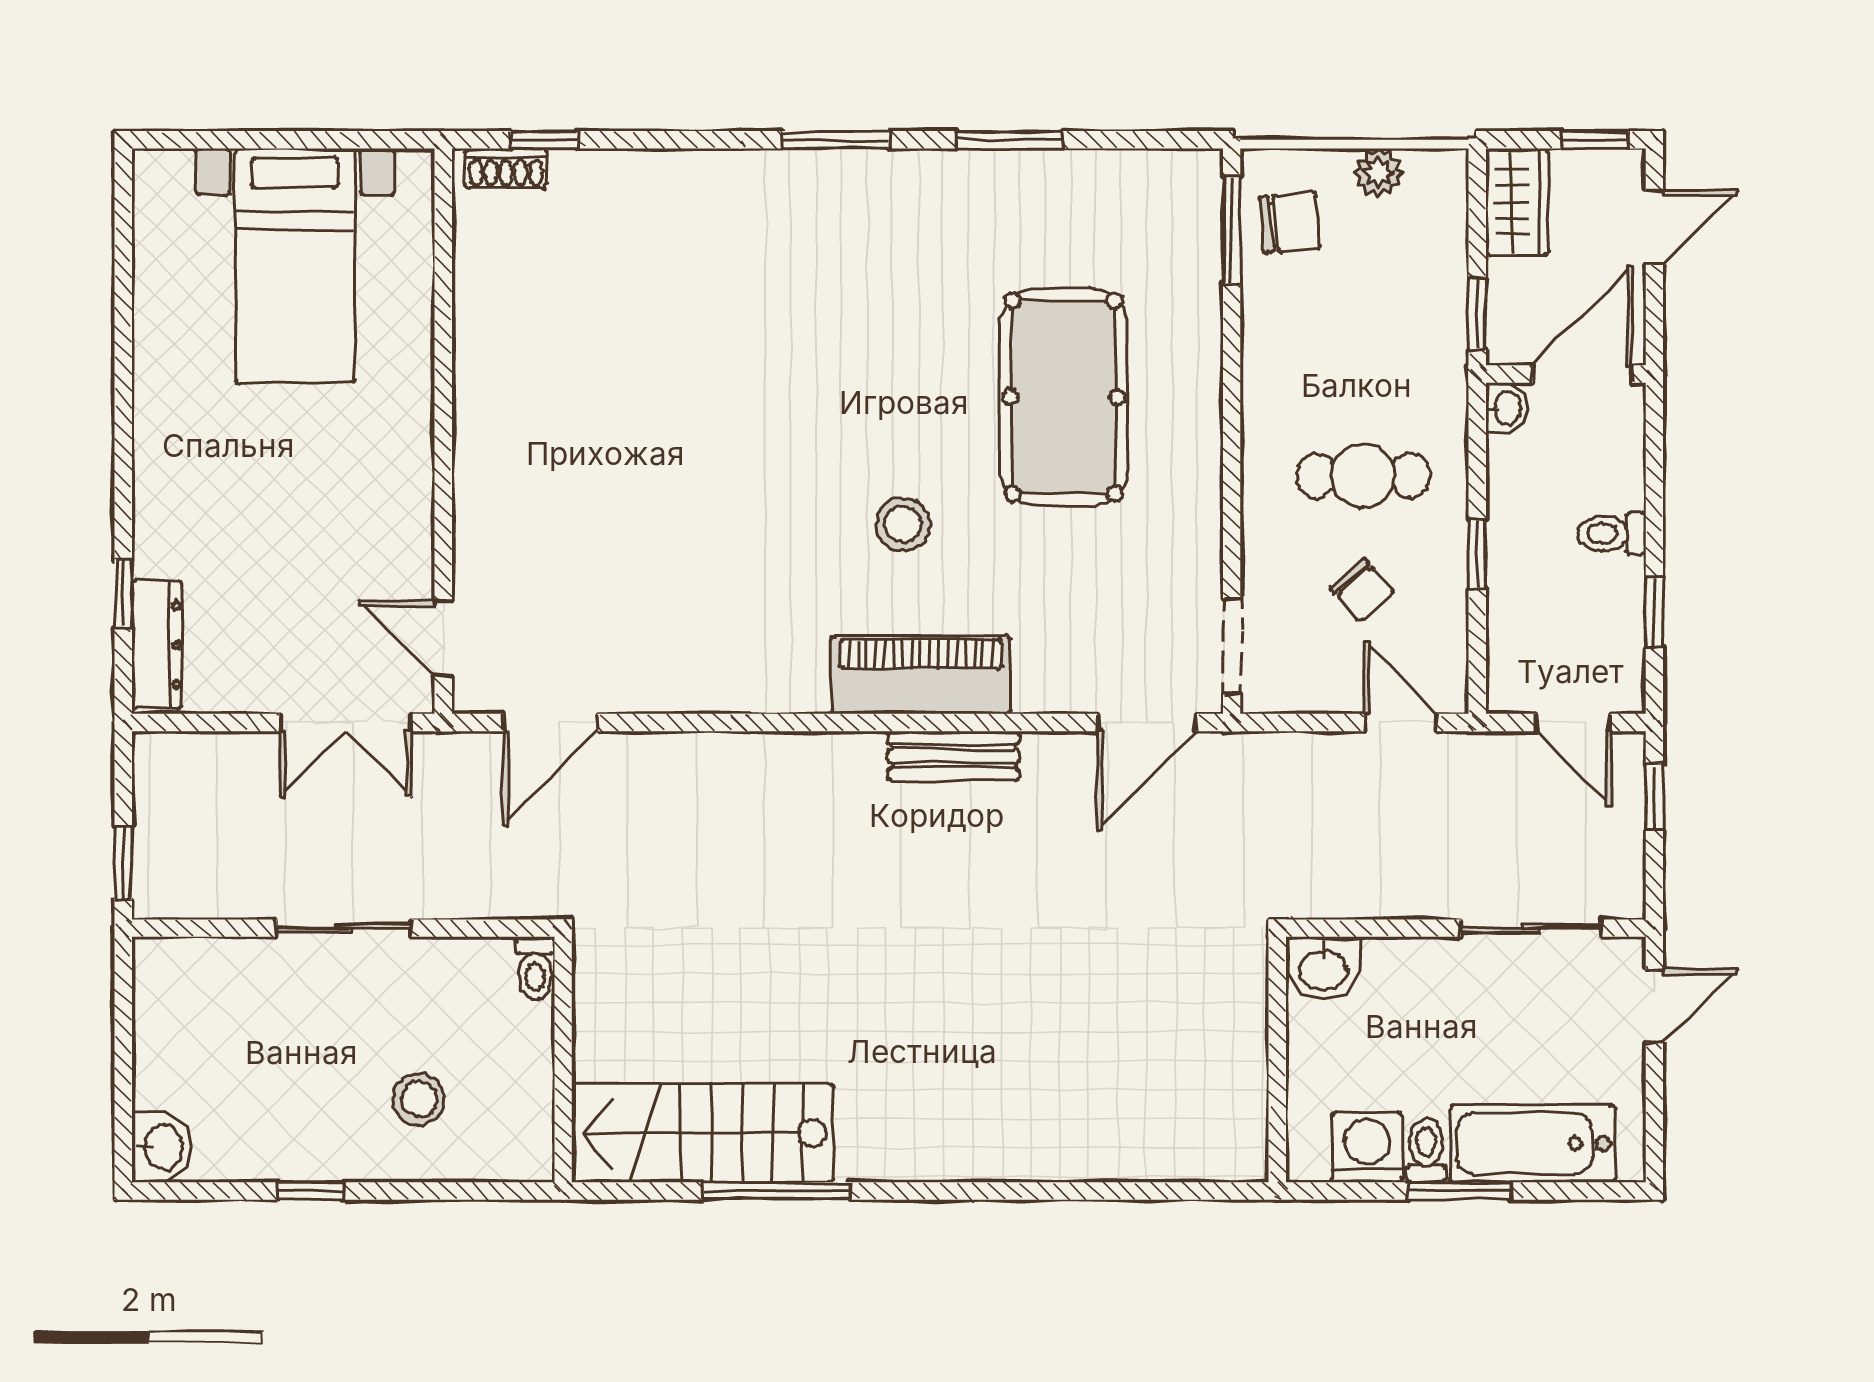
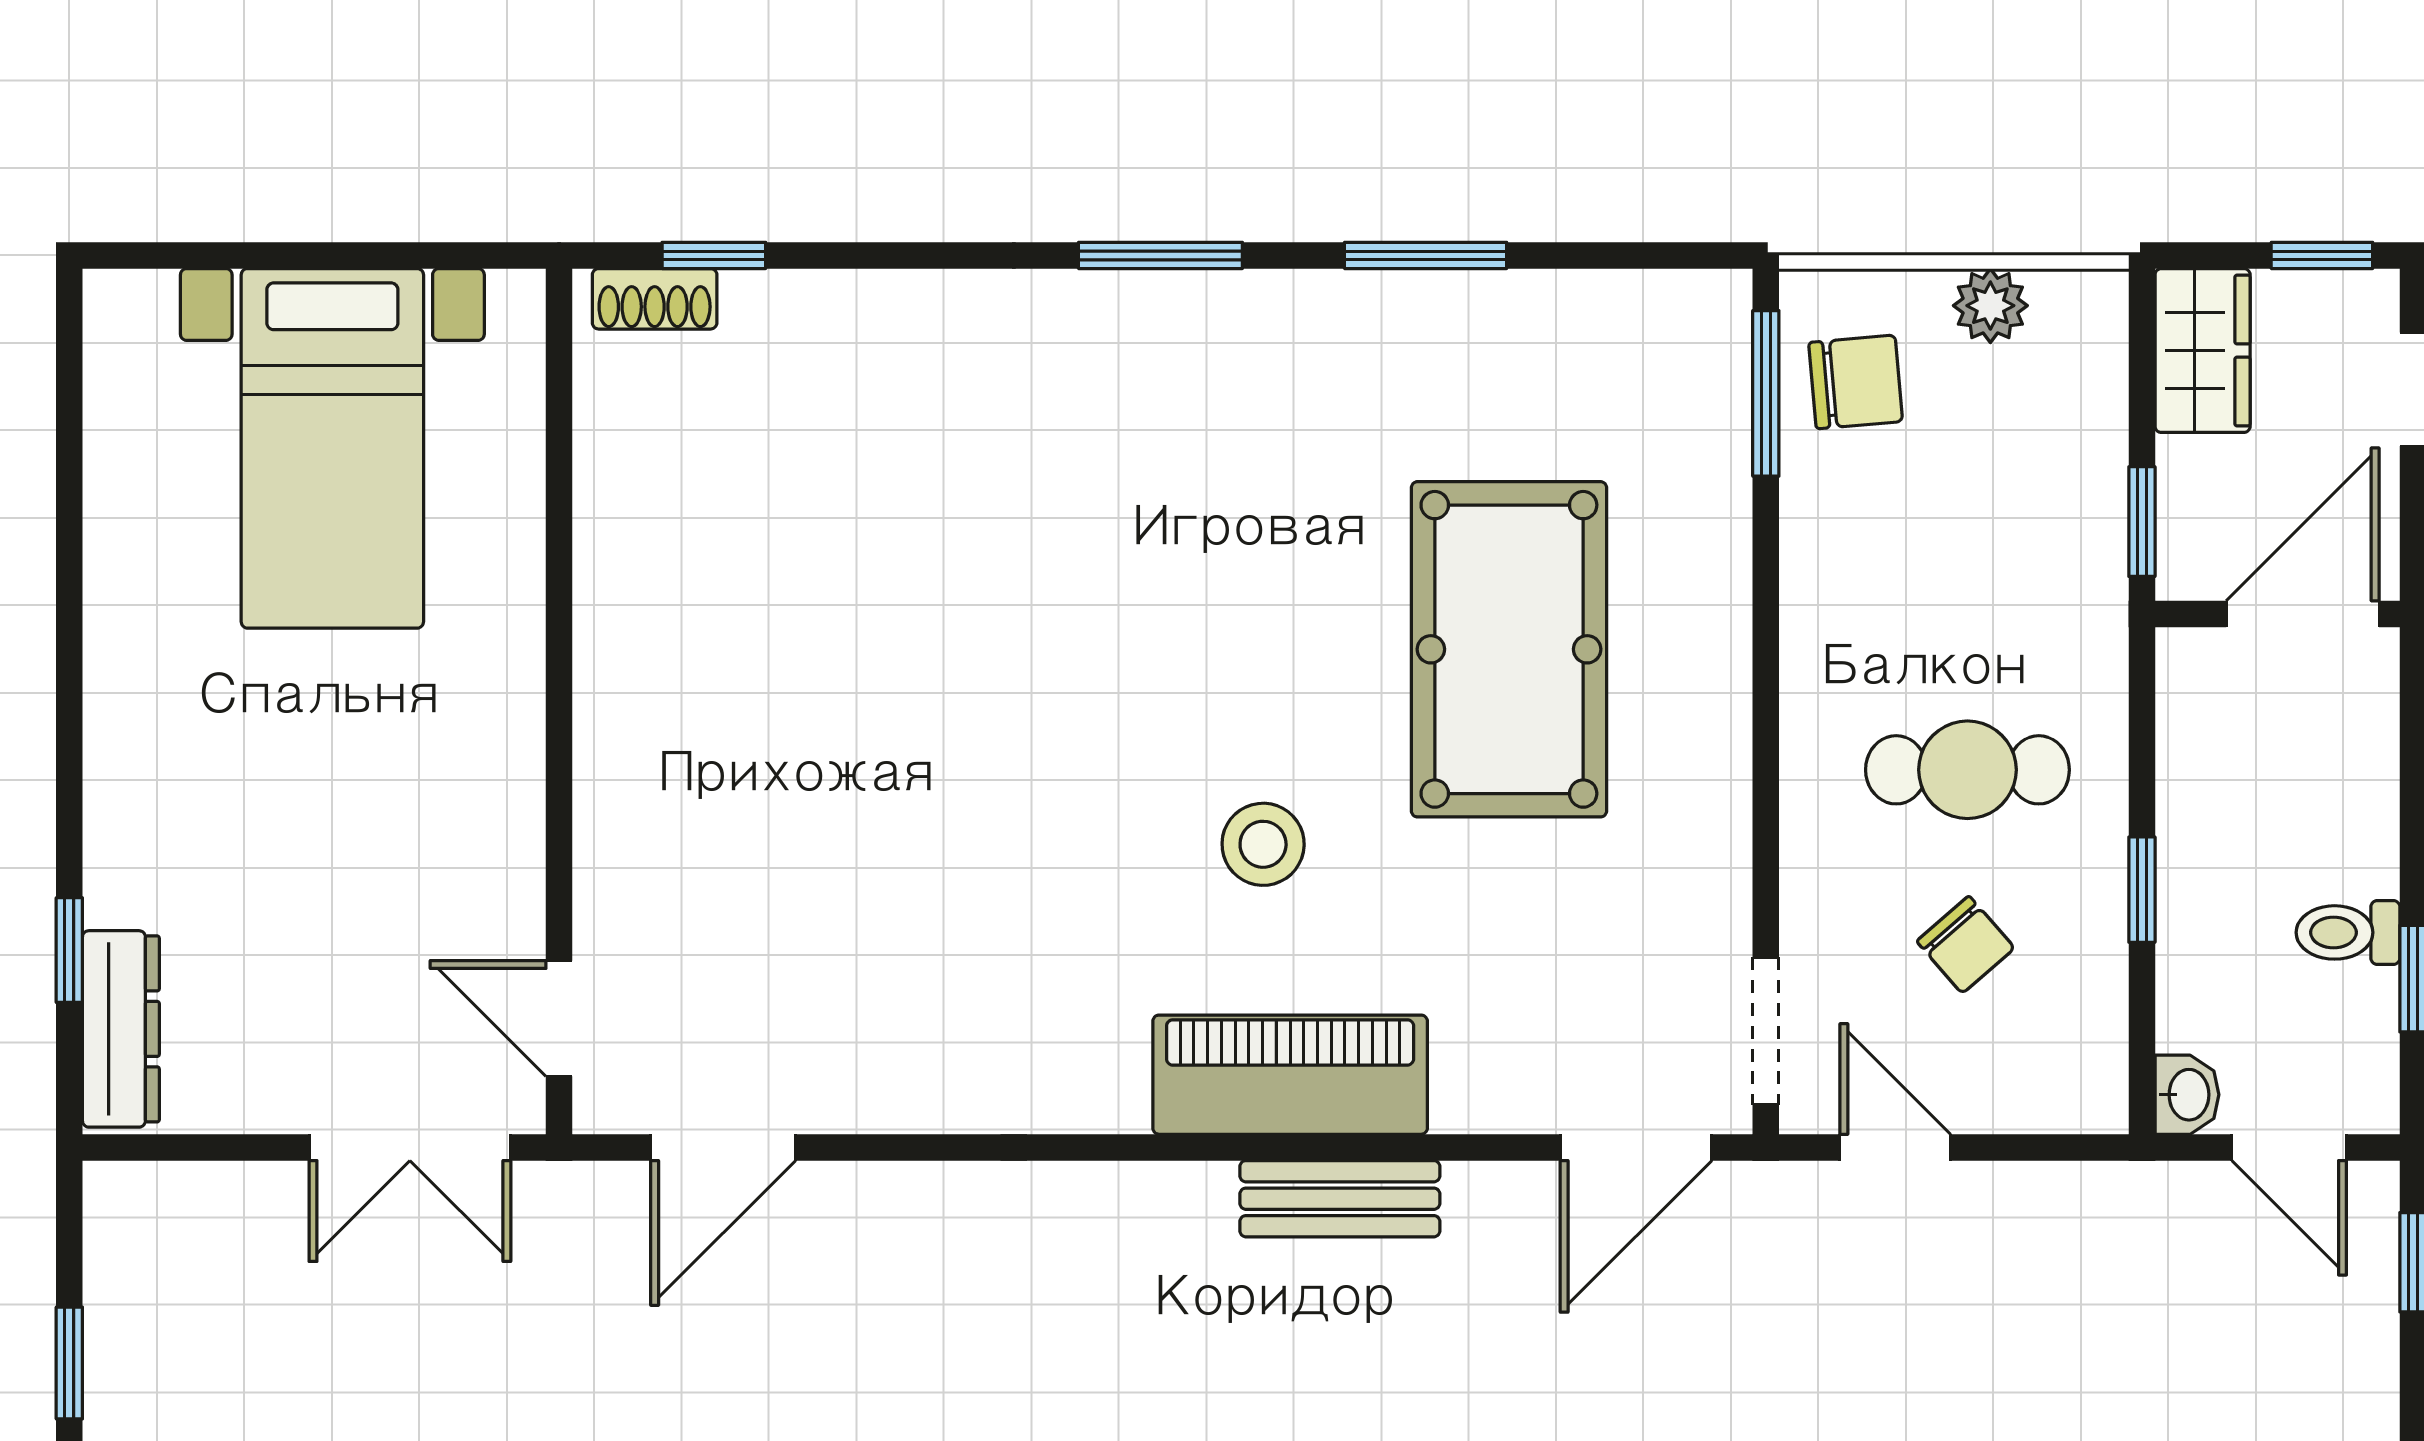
washbasin: (1507, 408) -> (2187, 1095), moved
toilet: (1612, 533) -> (2348, 932), moved
door: (1401, 722) -> (1895, 1147), moved

